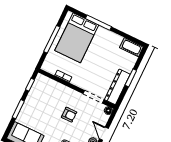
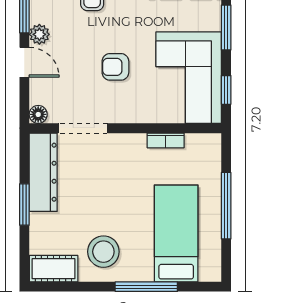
bed: (77, 38) -> (176, 233), width x0.67
stool: (109, 44) -> (103, 252), added
corner sofa: (42, 97) -> (189, 78), added

